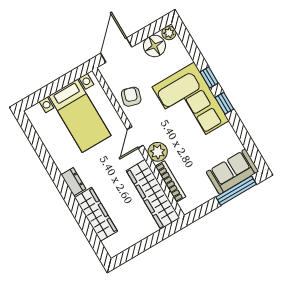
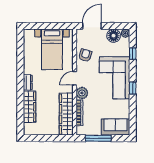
window: (209, 77) -> (133, 54), moved
window: (236, 191) -> (98, 138), moved

